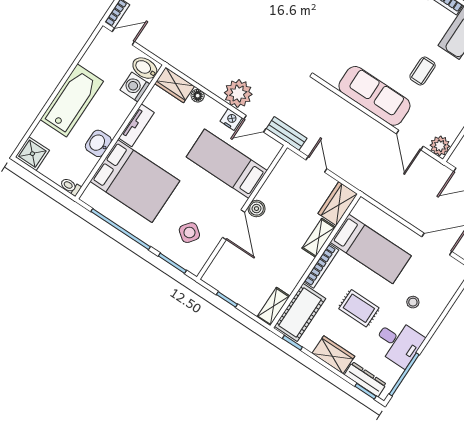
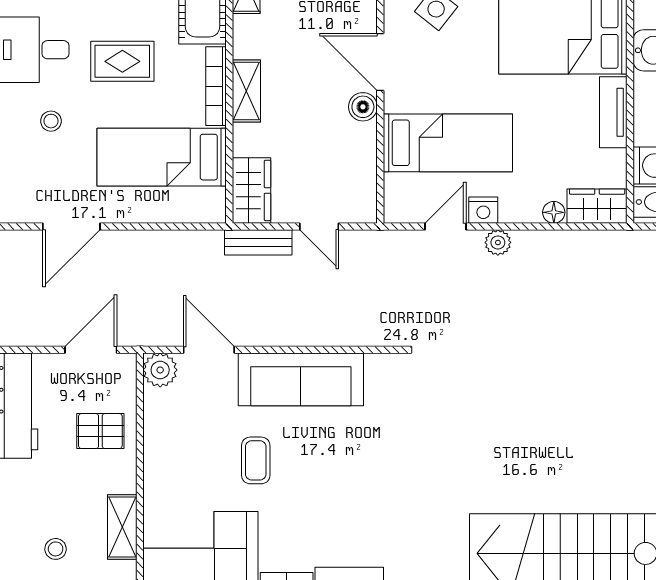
plant: (238, 94) -> (498, 242), width x0.53, depth x0.53
bench: (287, 134) -> (258, 242), moved
shelving: (319, 238) -> (246, 91), moved

